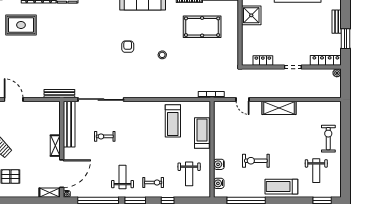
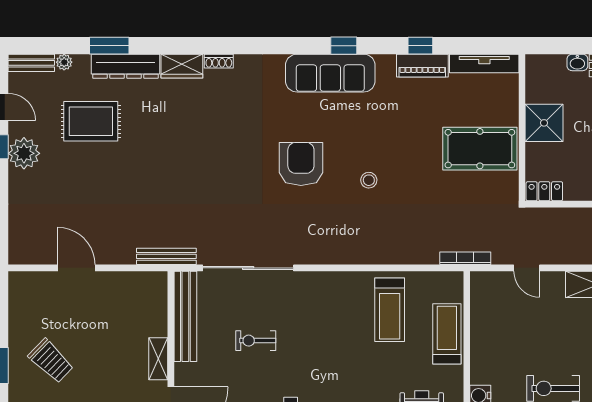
shower: (251, 15) -> (544, 123), moved
pool table: (202, 27) -> (480, 149), moved
armchair: (128, 47) -> (301, 164), width x1.88, depth x1.88
locker: (263, 61) -> (544, 191), moved

